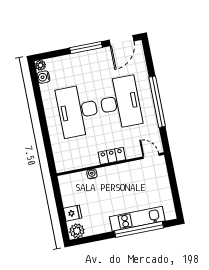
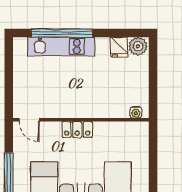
water cooler: (92, 174) -> (136, 112), moved
fridge: (73, 213) -> (119, 47), moved, turned -90

